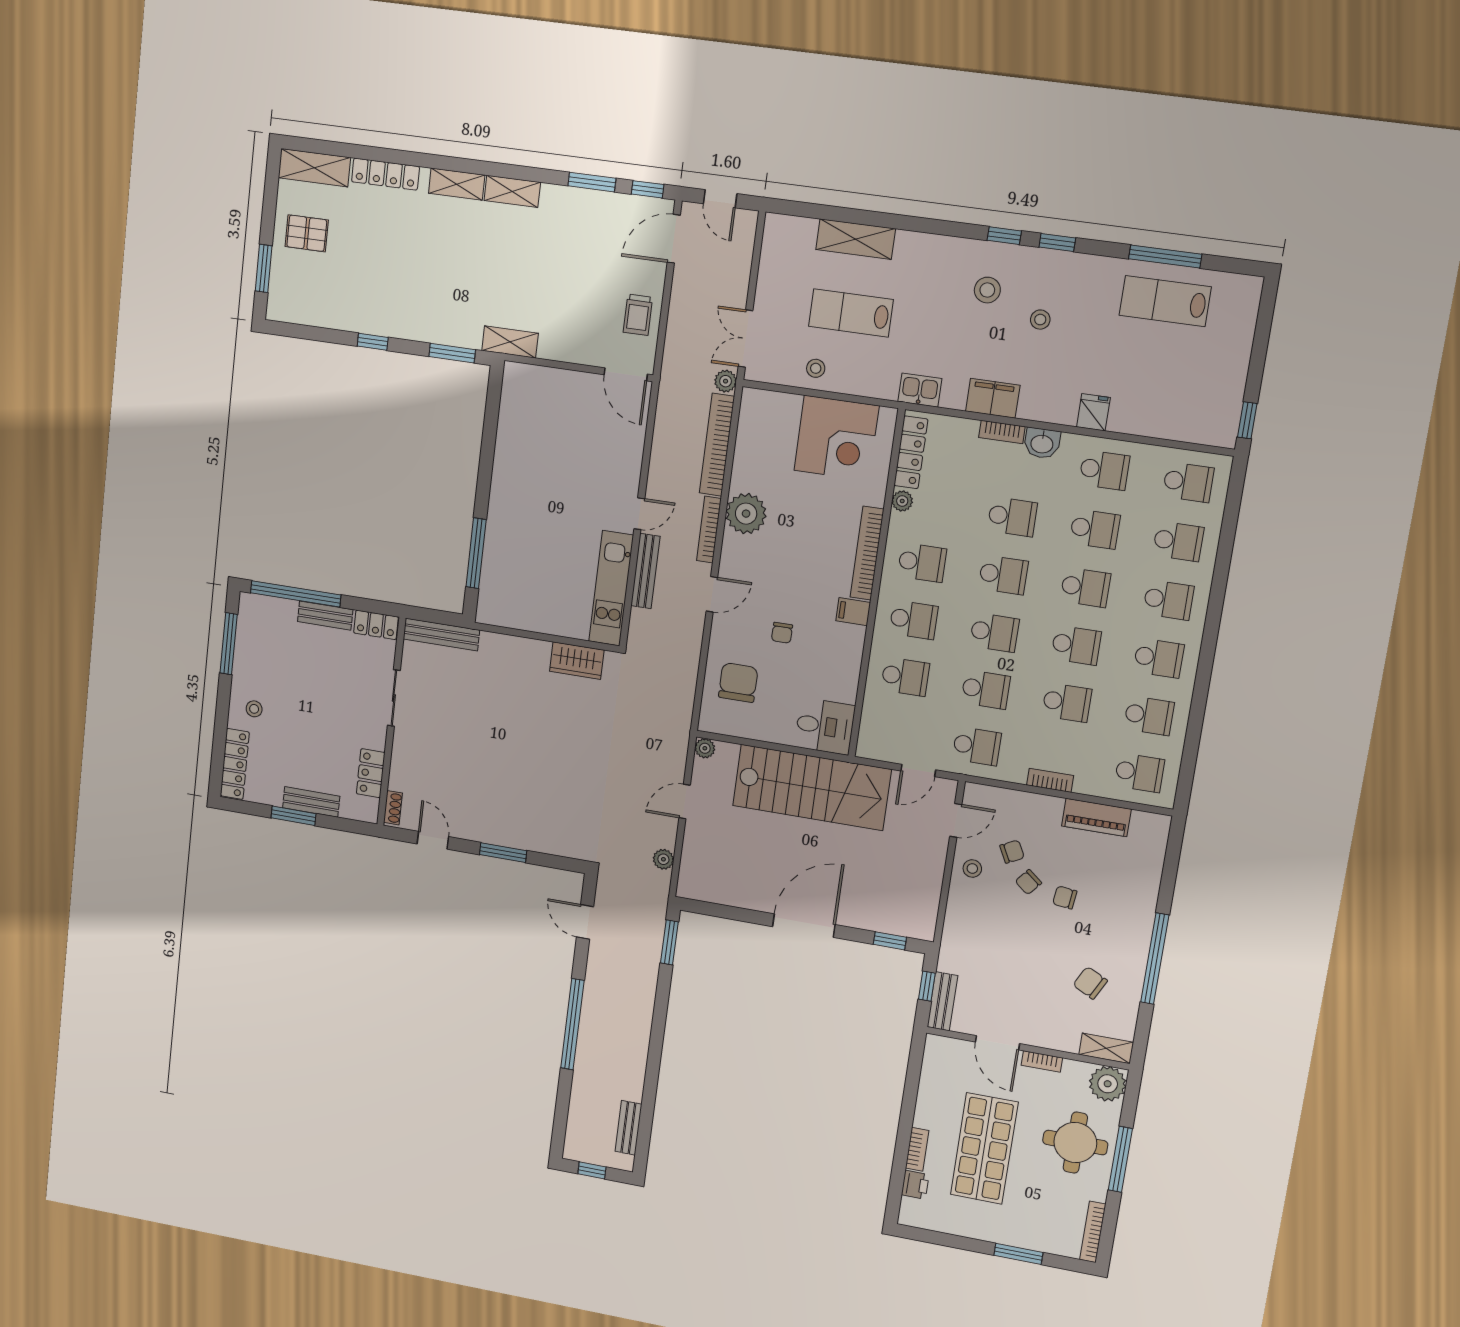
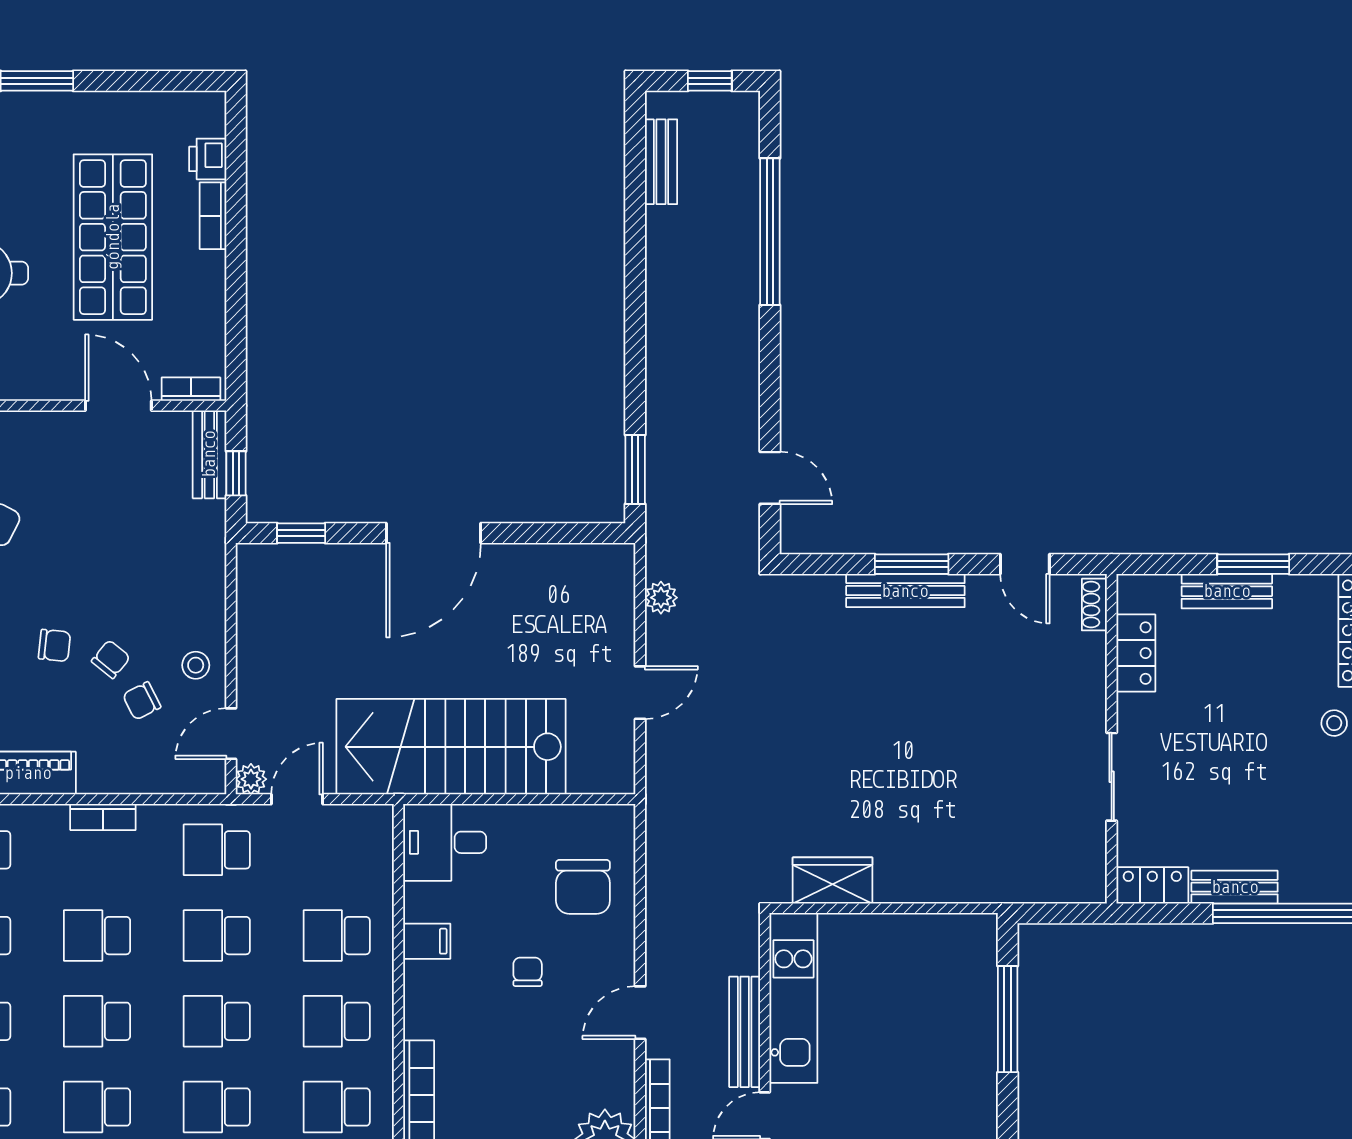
filing cabinet: (853, 612) -> (427, 941), moved
bench: (441, 634) -> (905, 591), moved
plant: (705, 748) -> (251, 779), moved
window: (572, 1024) -> (770, 232), moved
bookcase: (1042, 1062) -> (191, 389), moved

